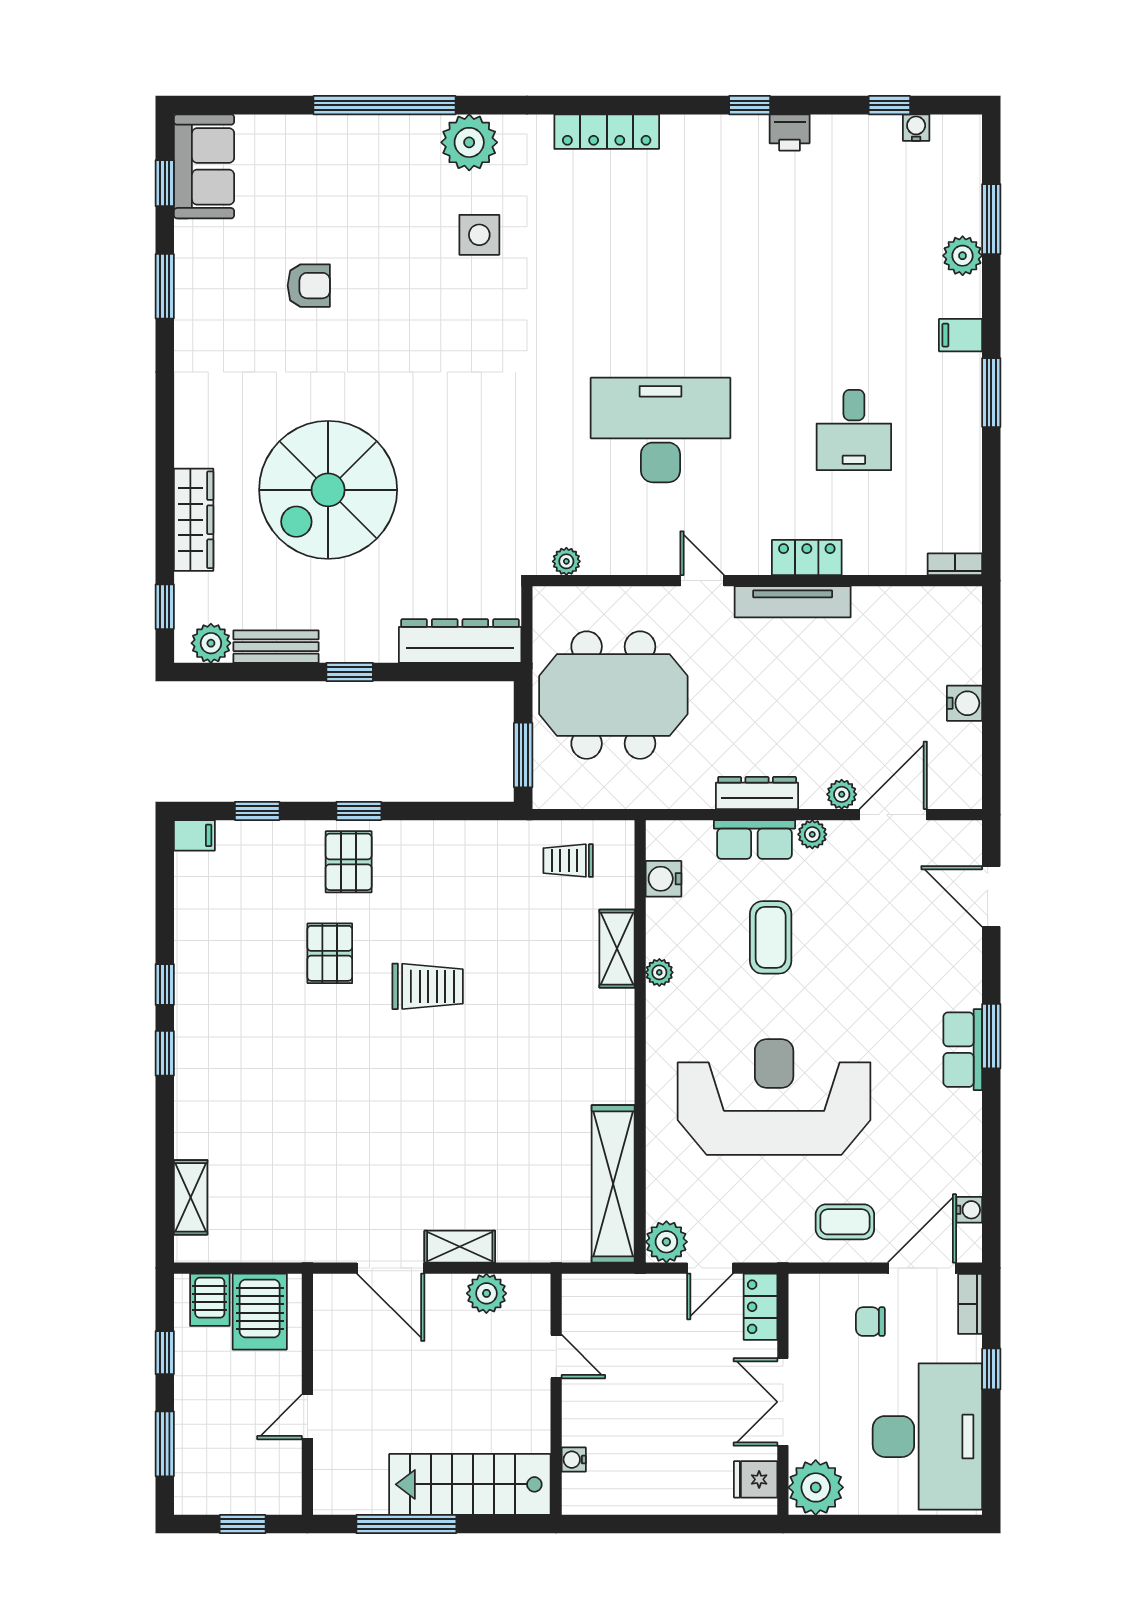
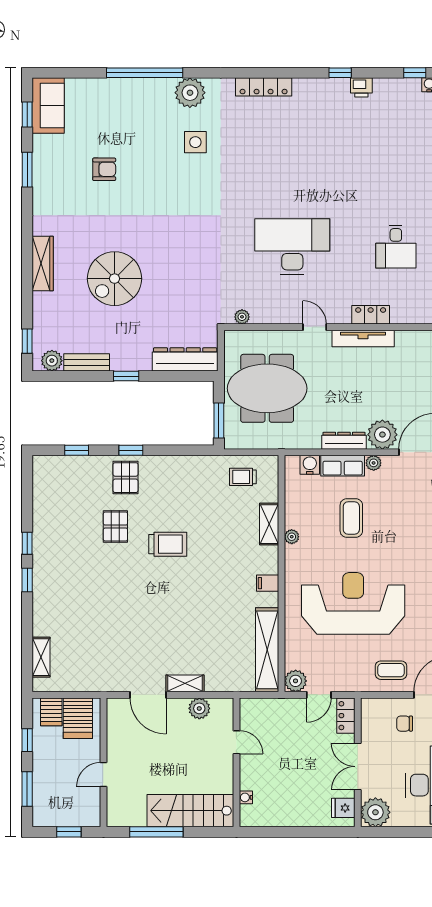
spiral stairs: (328, 490) -> (115, 279), width x0.73, depth x0.73
wardrobe: (194, 520) -> (43, 263), moved
plant: (842, 794) -> (382, 435), width x1.88, depth x1.88
filing cabinet: (194, 835) -> (268, 583), moved, turned 180
water cooler: (663, 879) -> (310, 465), moved, turned 90

